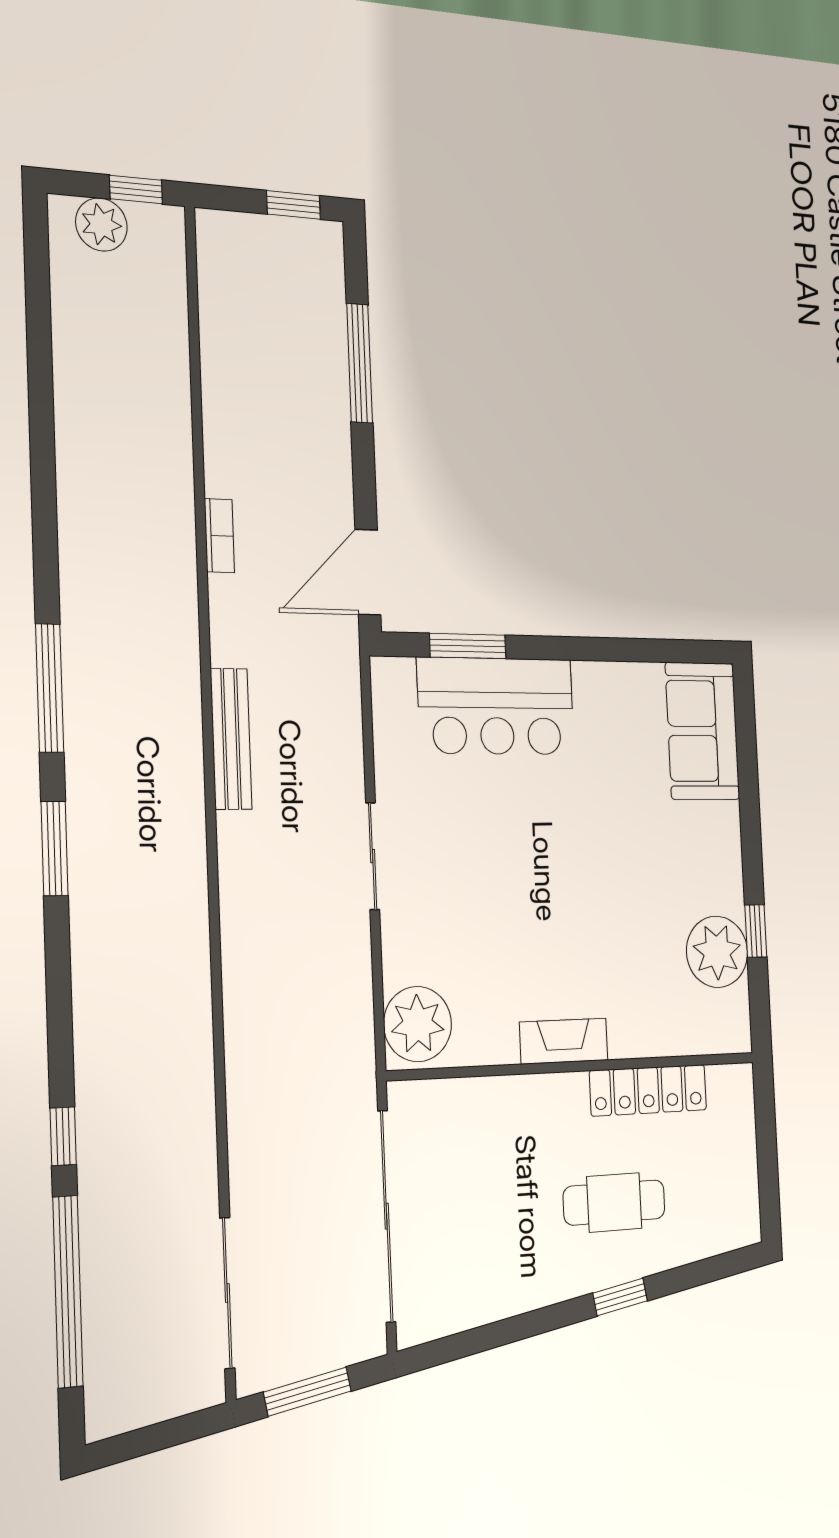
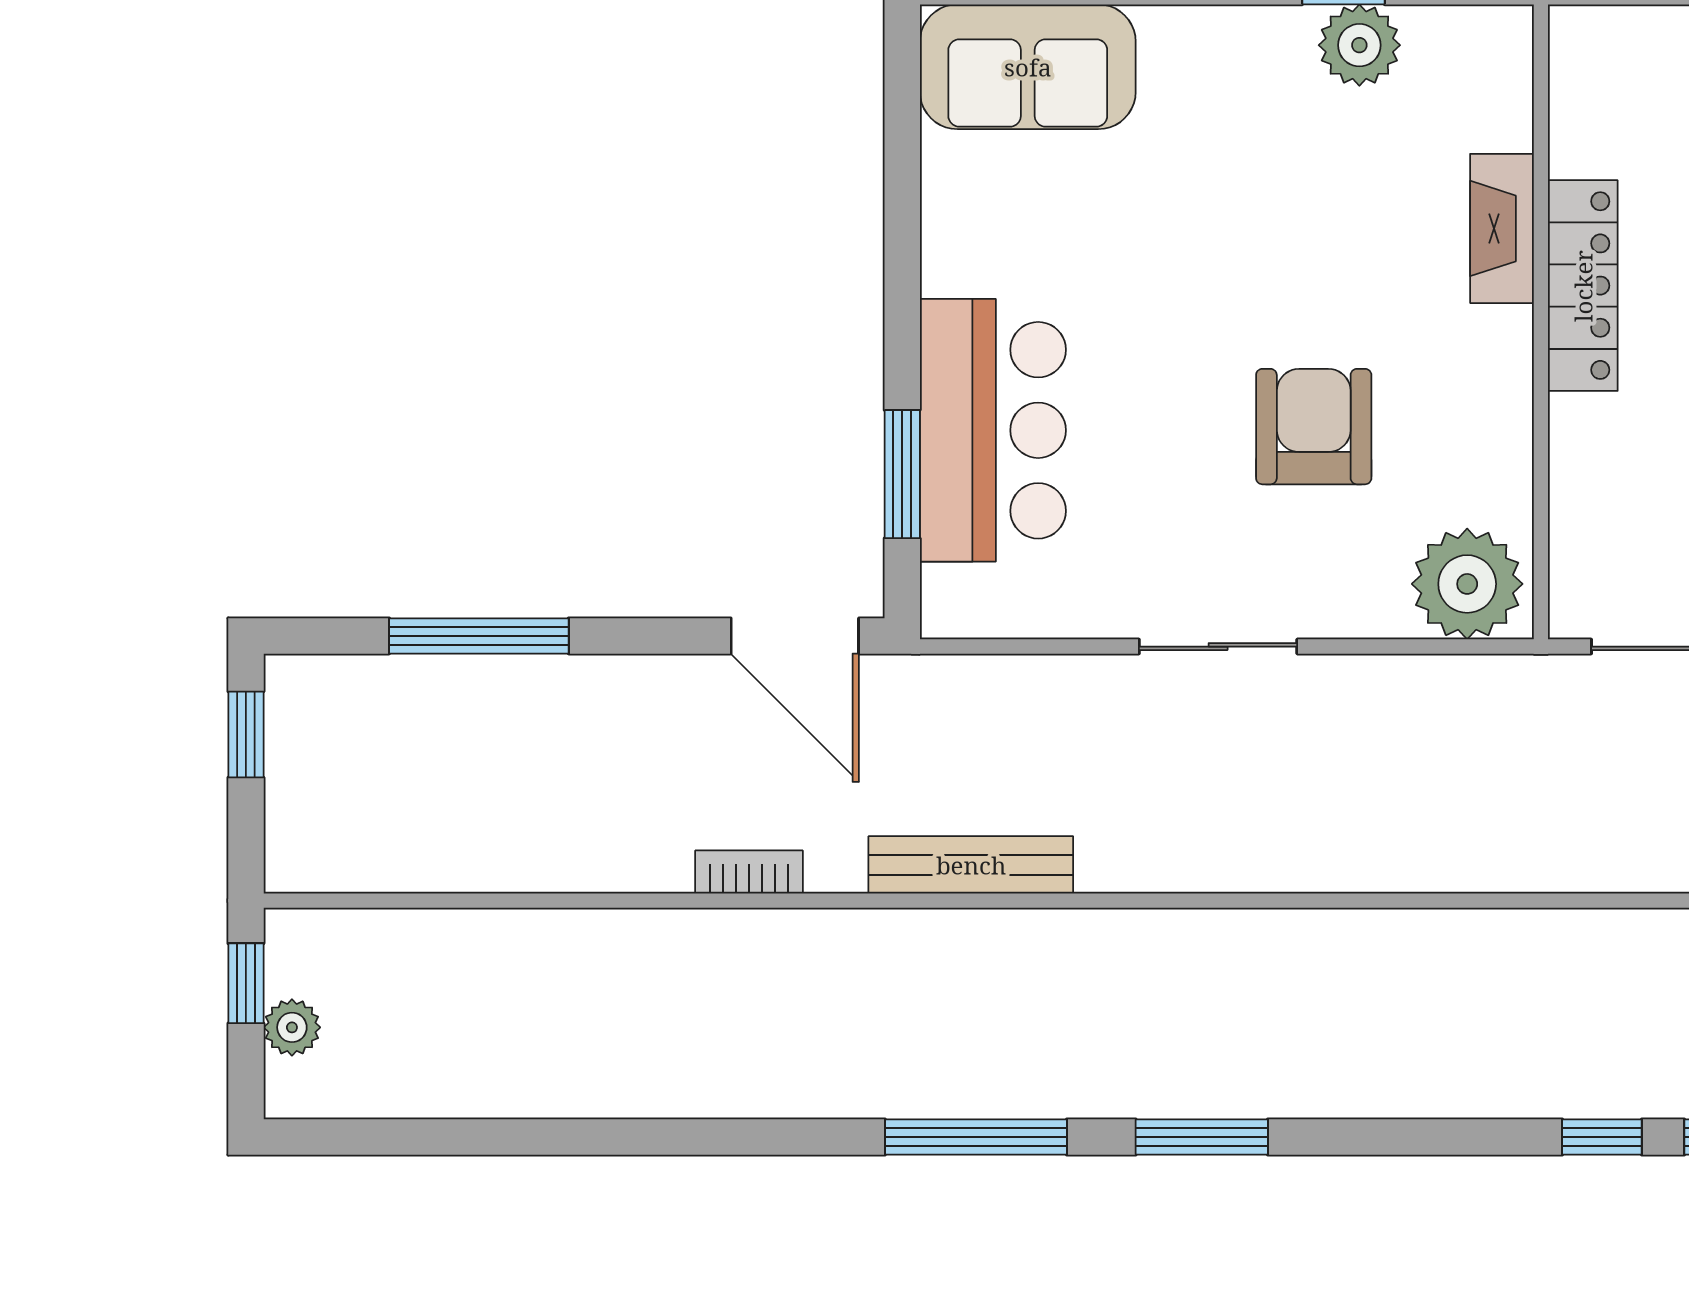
plant: (101, 225) -> (292, 1027), width x0.73, depth x0.73
bench: (231, 739) -> (971, 865), moved
armchair: (507, 918) -> (1314, 427), added
plant: (717, 952) -> (1359, 45), width x0.73, depth x0.73
fireplace: (564, 1041) -> (1502, 228), moved
locker: (648, 1090) -> (1583, 286), moved

